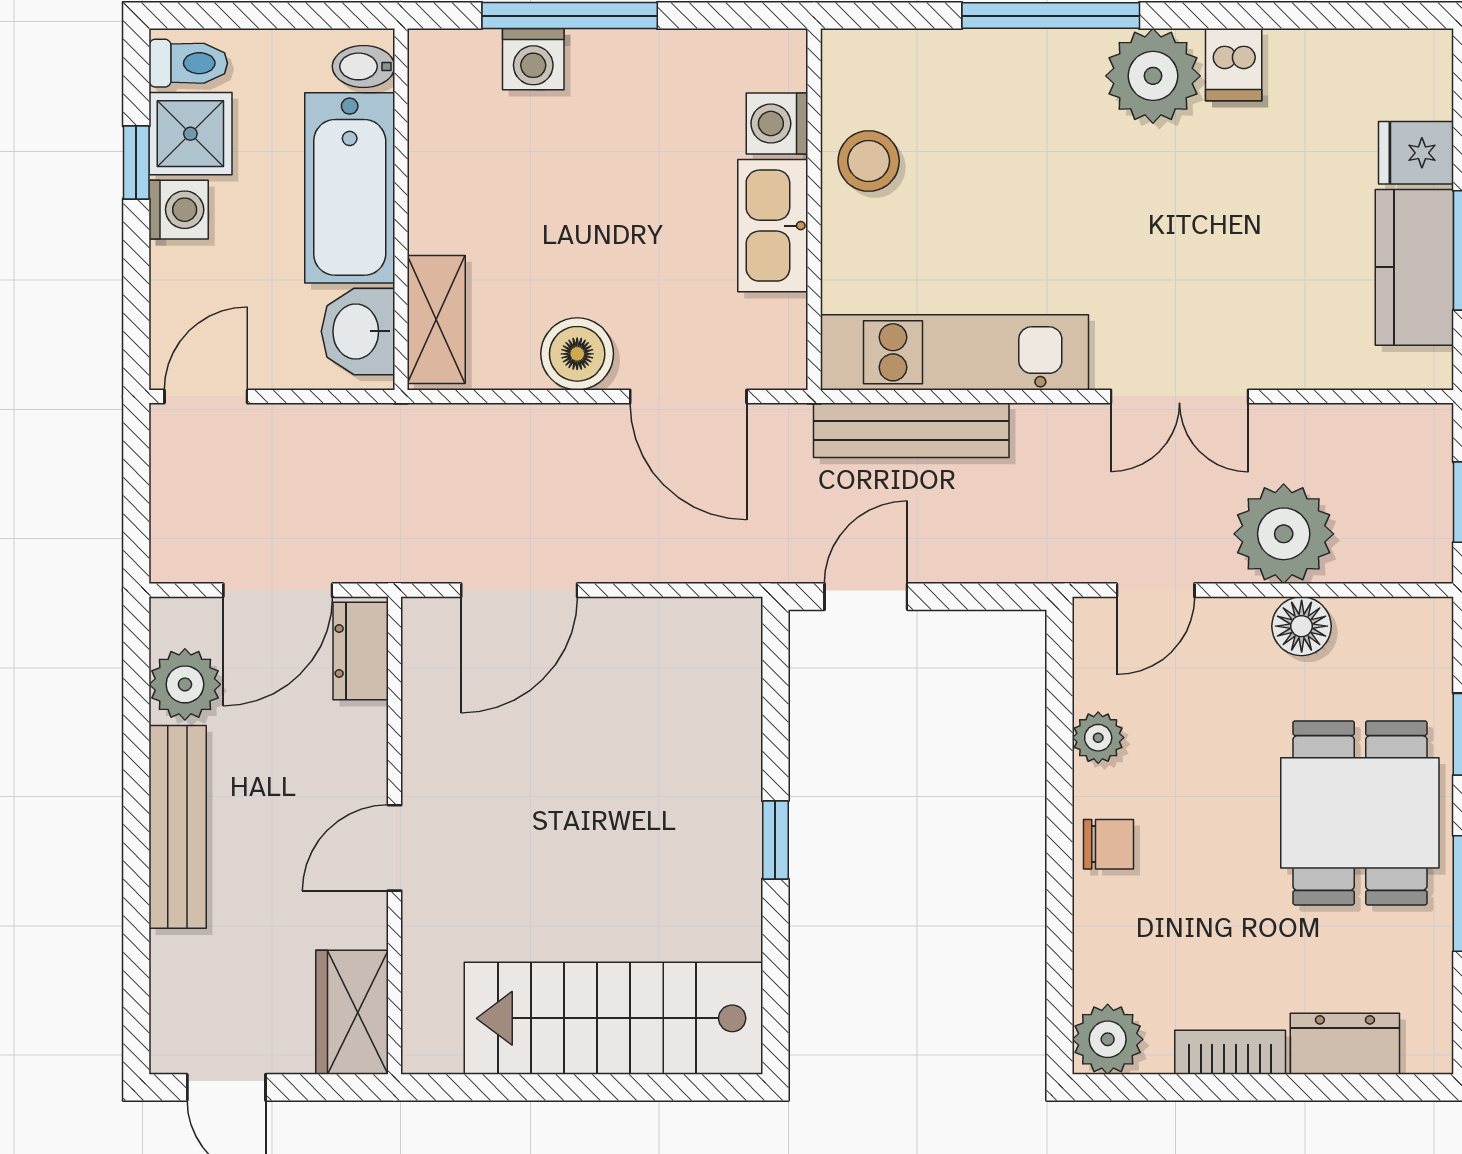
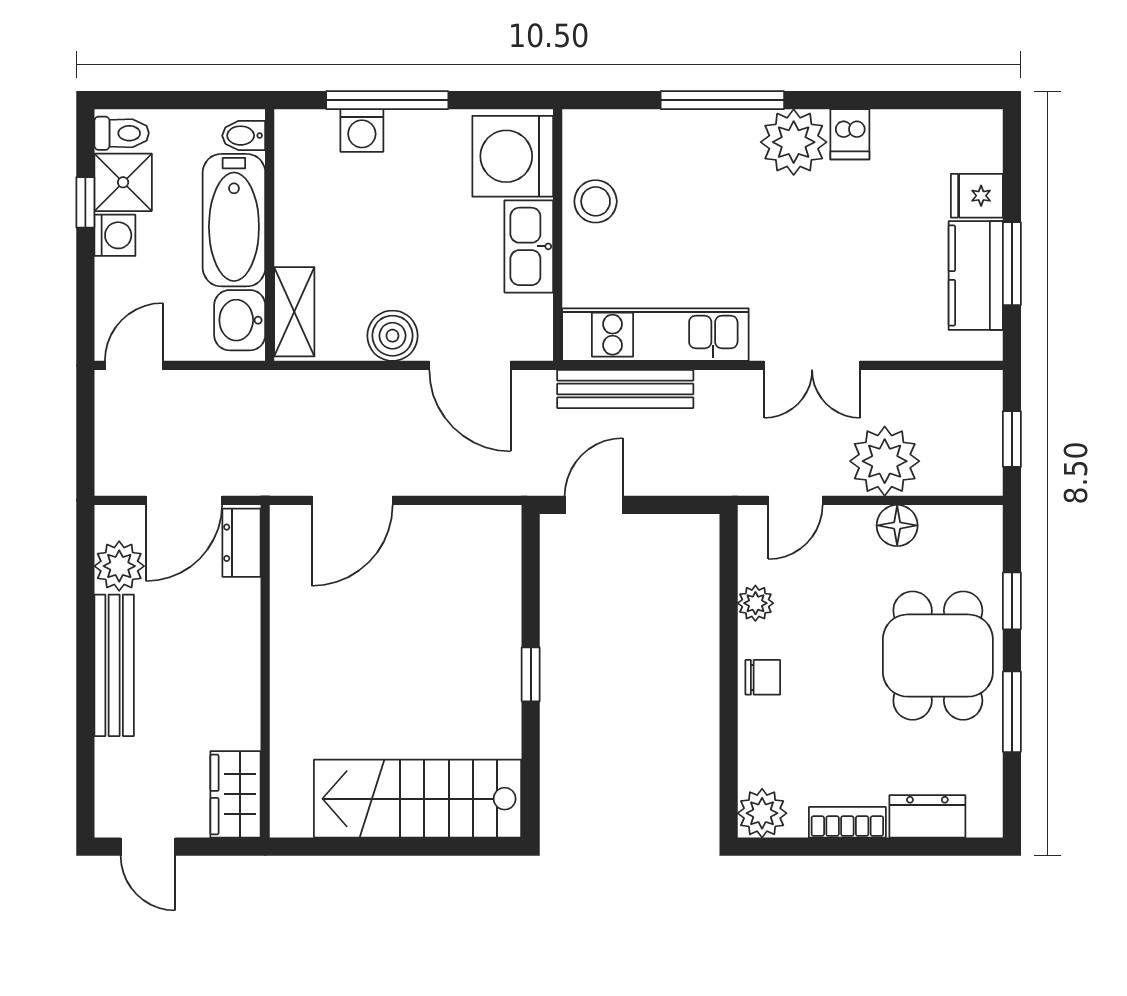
washing machine: (777, 124) -> (513, 156), width x1.89, depth x1.89
door: (395, 848) -> (265, 680), removed

